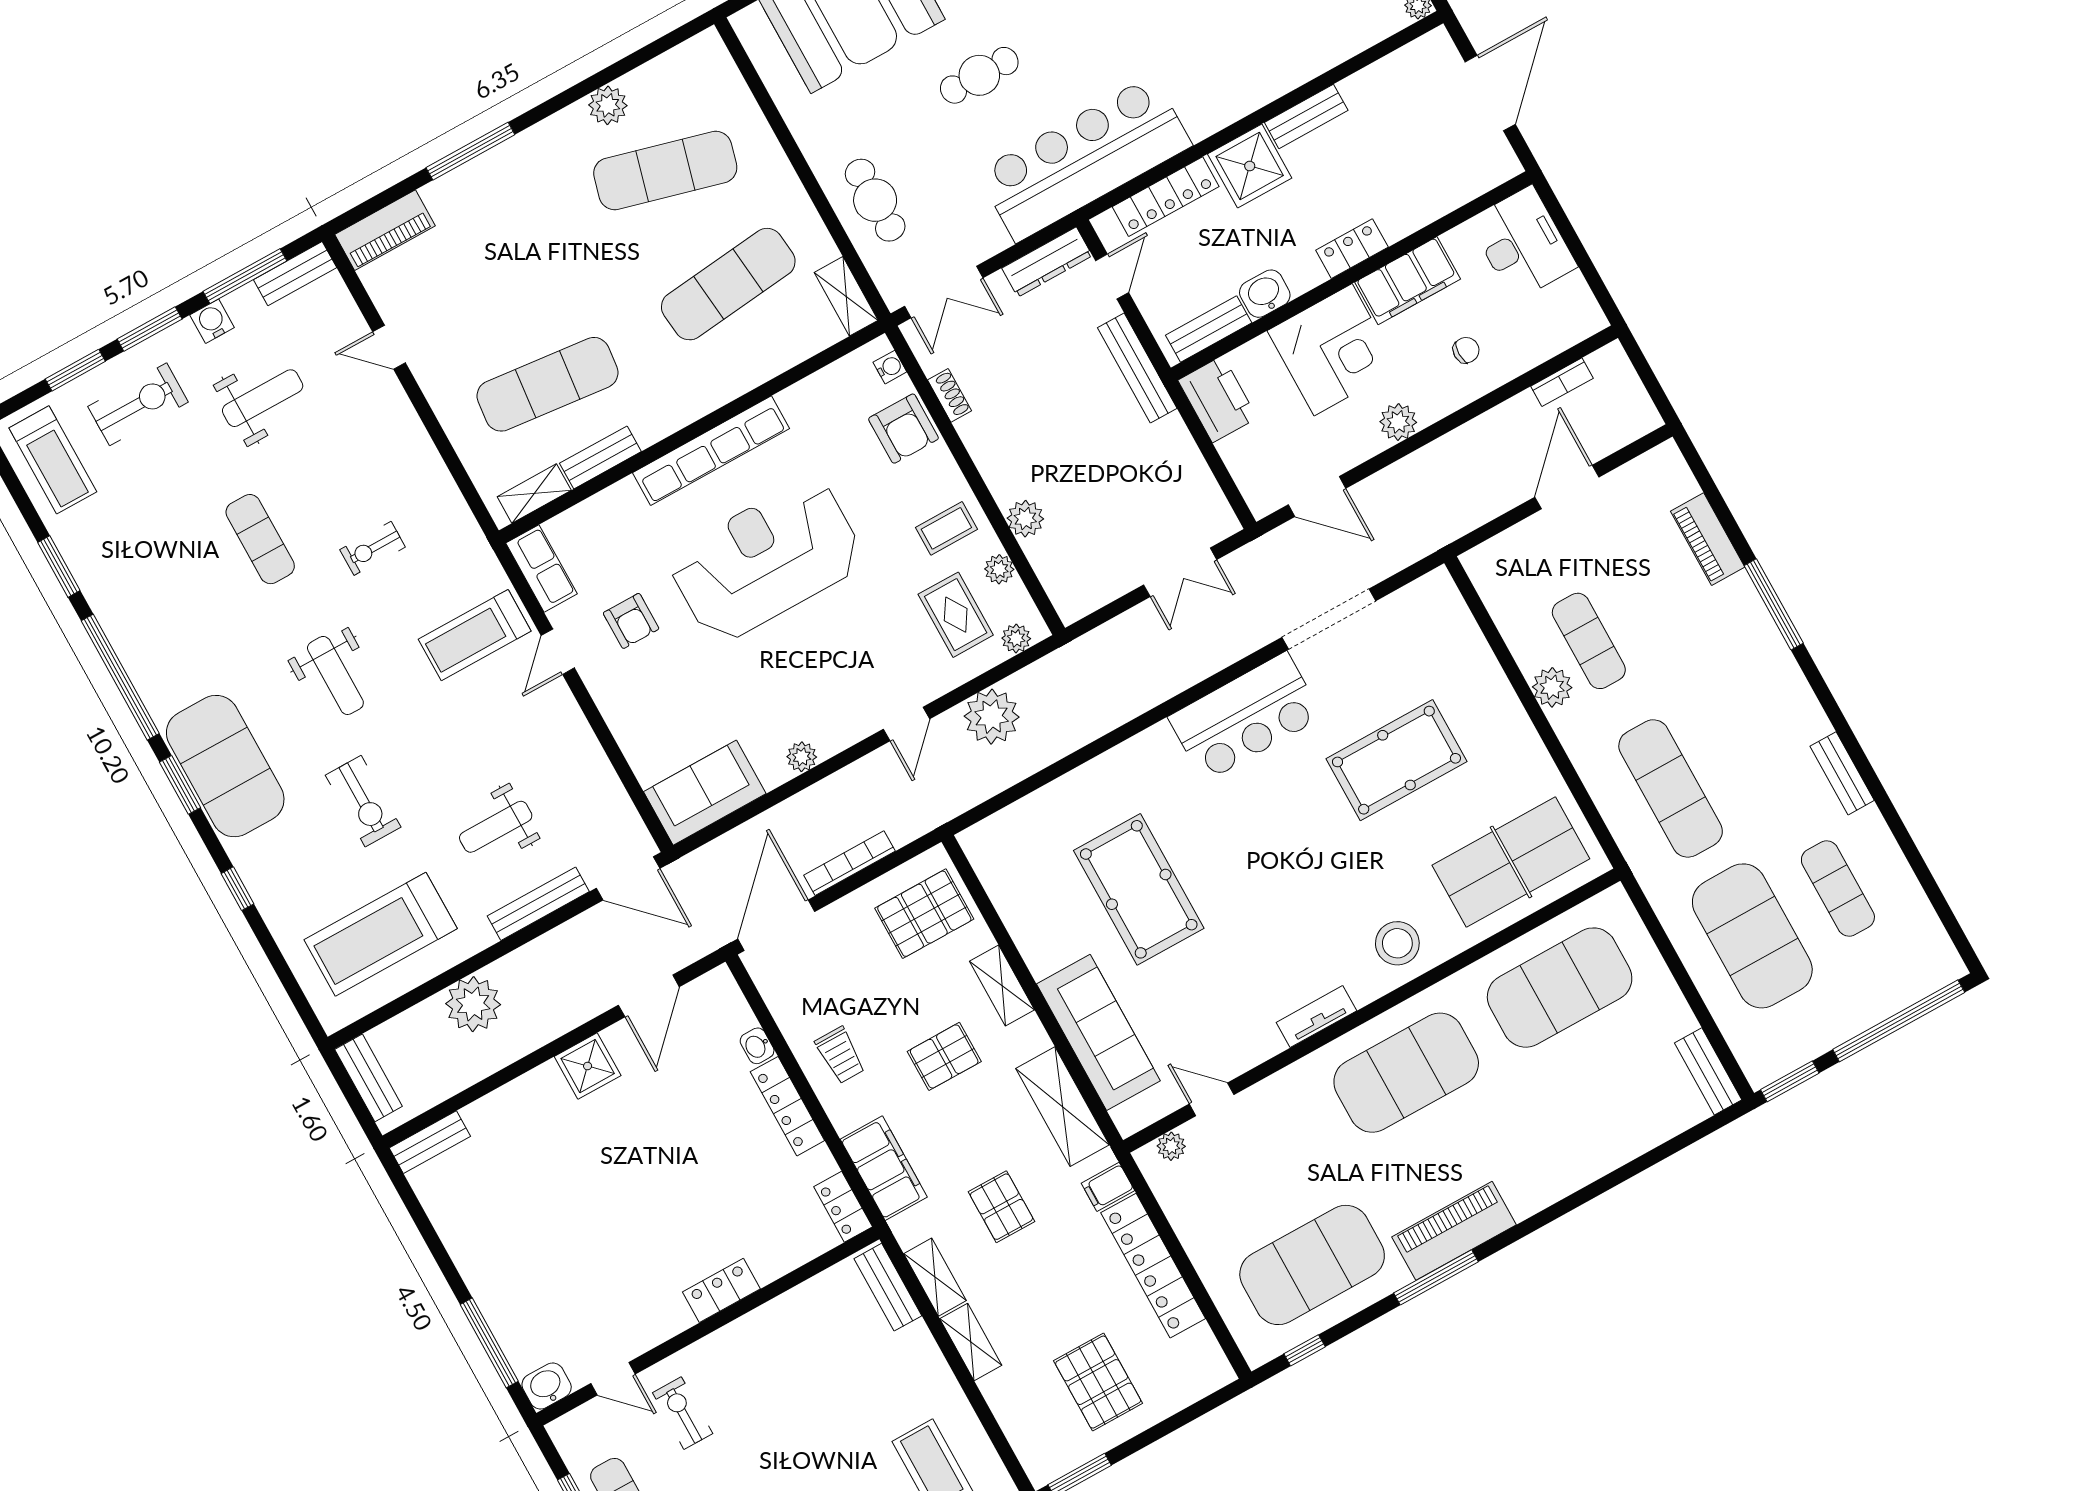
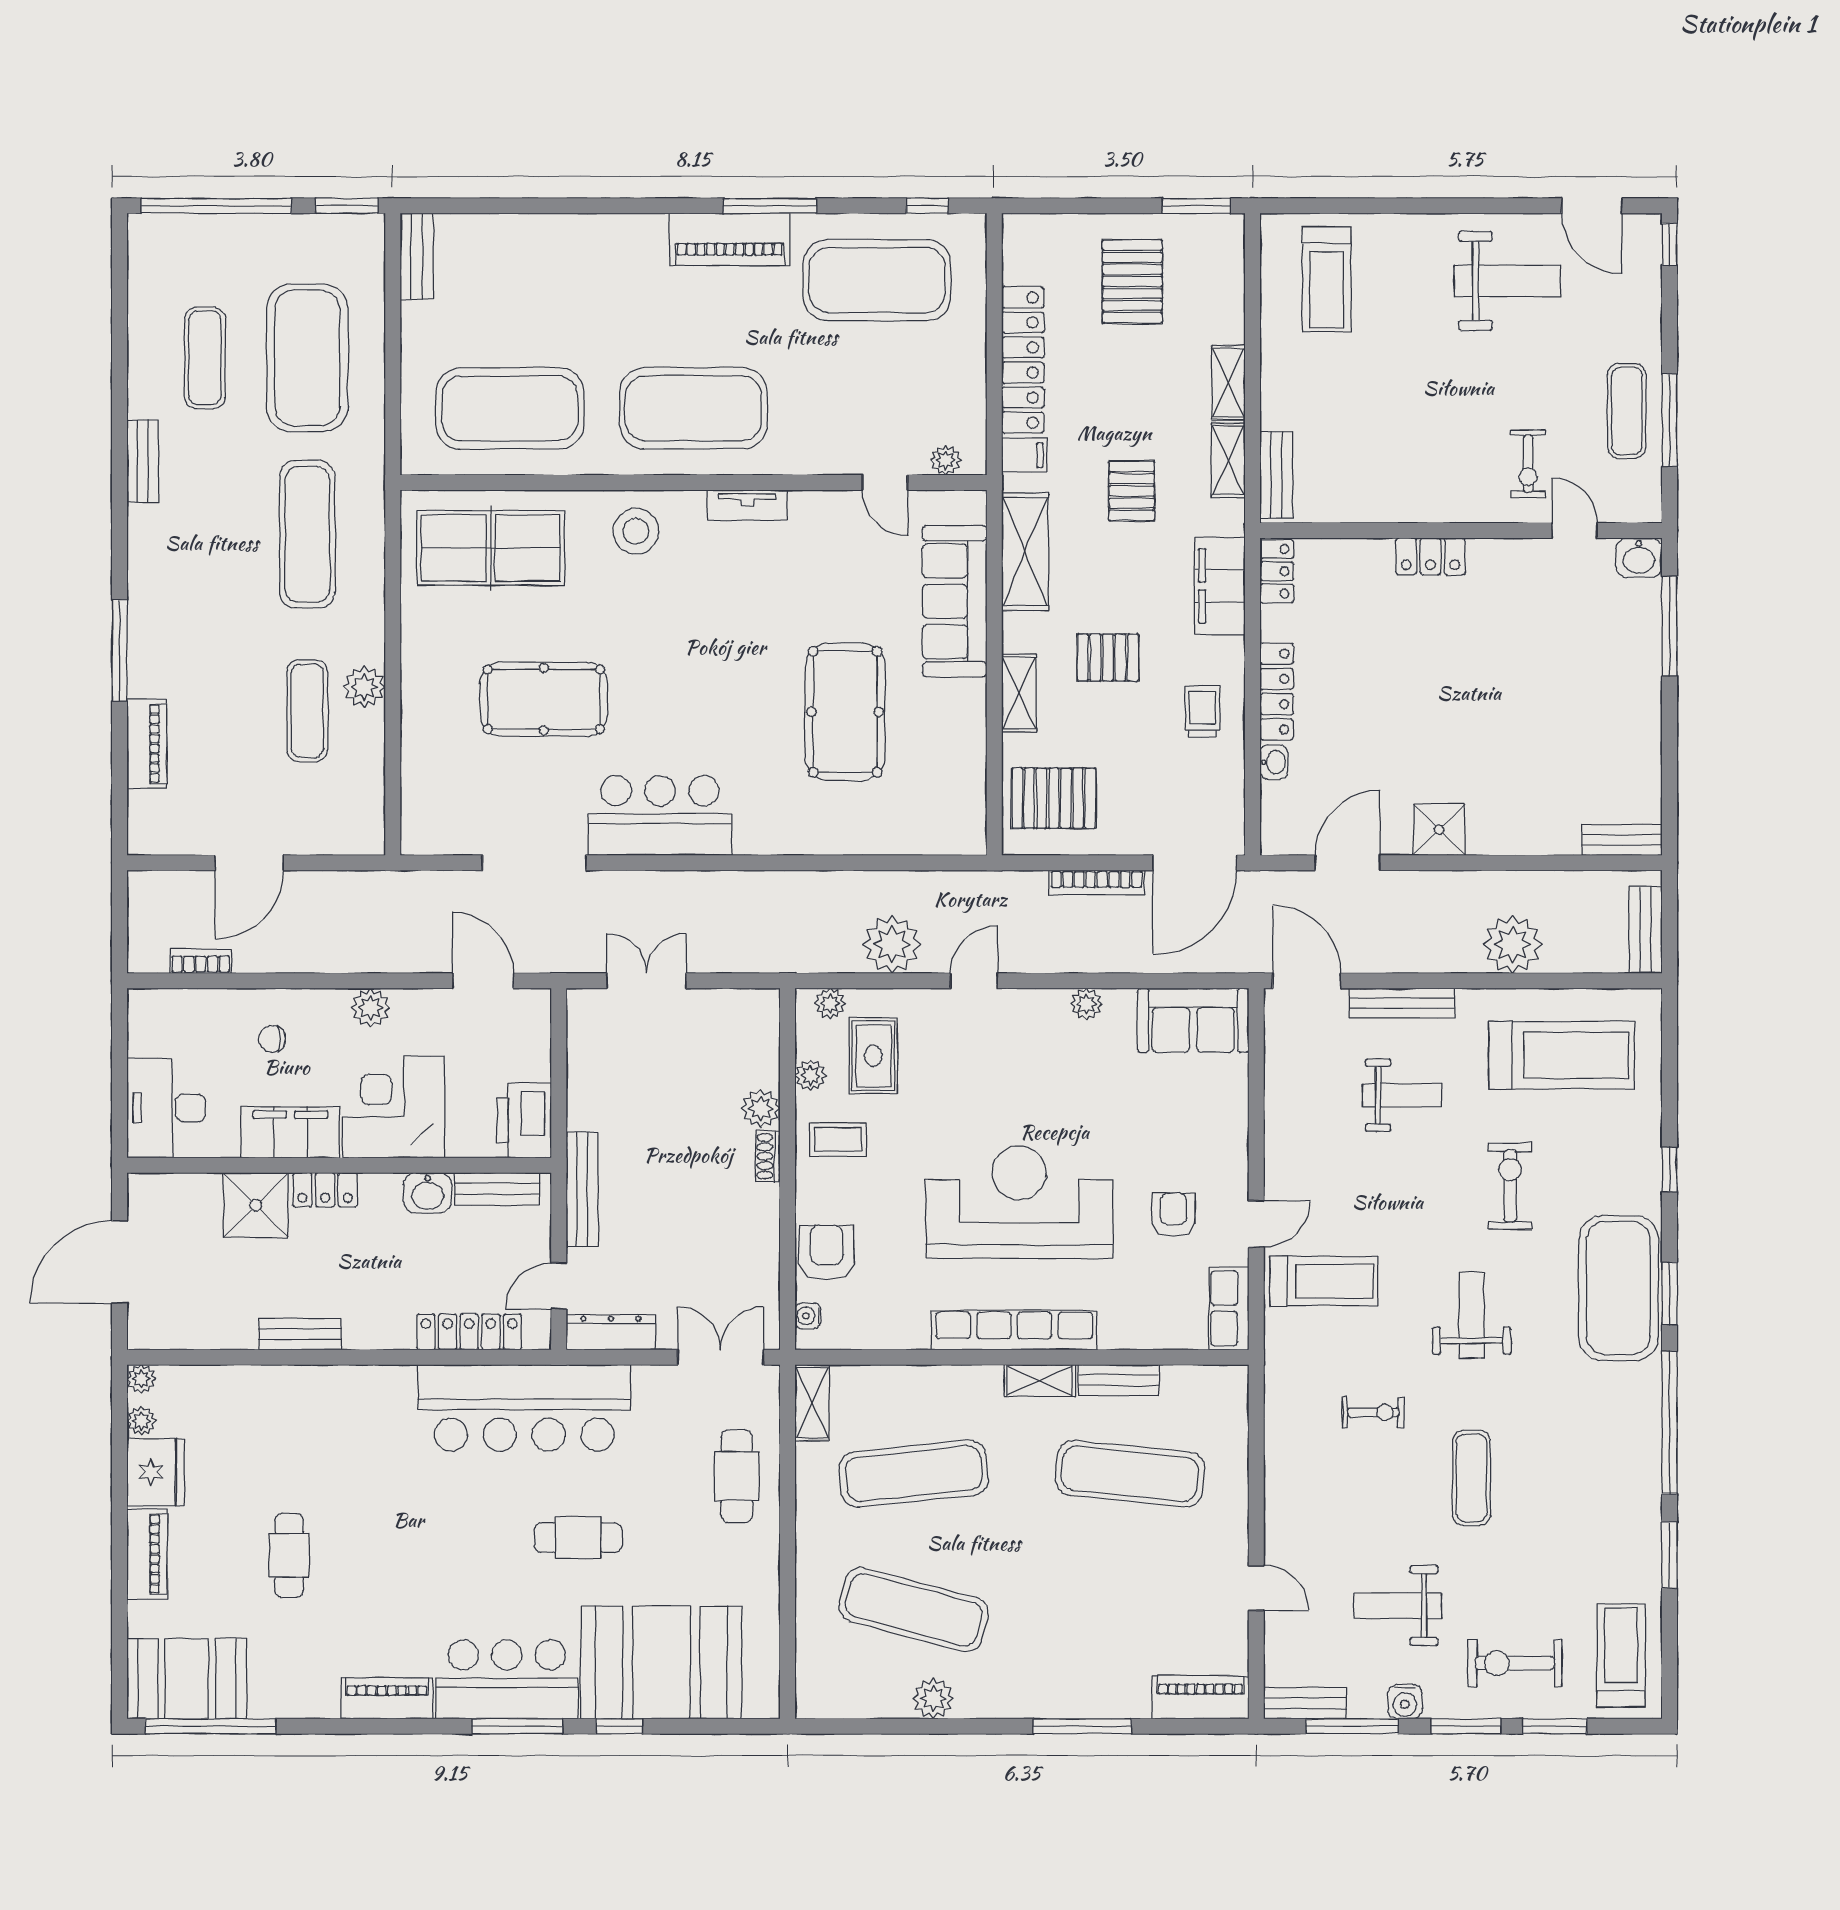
shower: (1250, 166) -> (256, 1205), moved
shoe rack: (949, 395) -> (768, 1156), moved
shelving: (534, 494) -> (1040, 1381), moved
reception desk: (766, 560) -> (1019, 1202), turned 180

